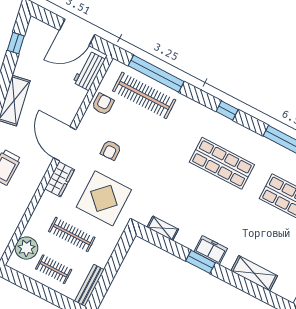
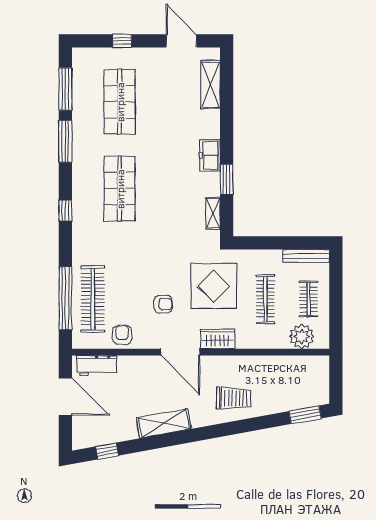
armchair: (103, 104) -> (122, 335), turned 90
door: (65, 144) -> (180, 352), hinge flipped
window: (201, 262) -> (227, 179), moved
shelving: (254, 273) -> (211, 84), moved

